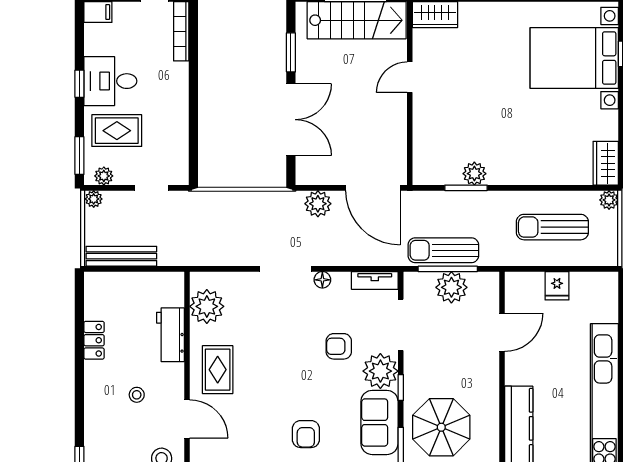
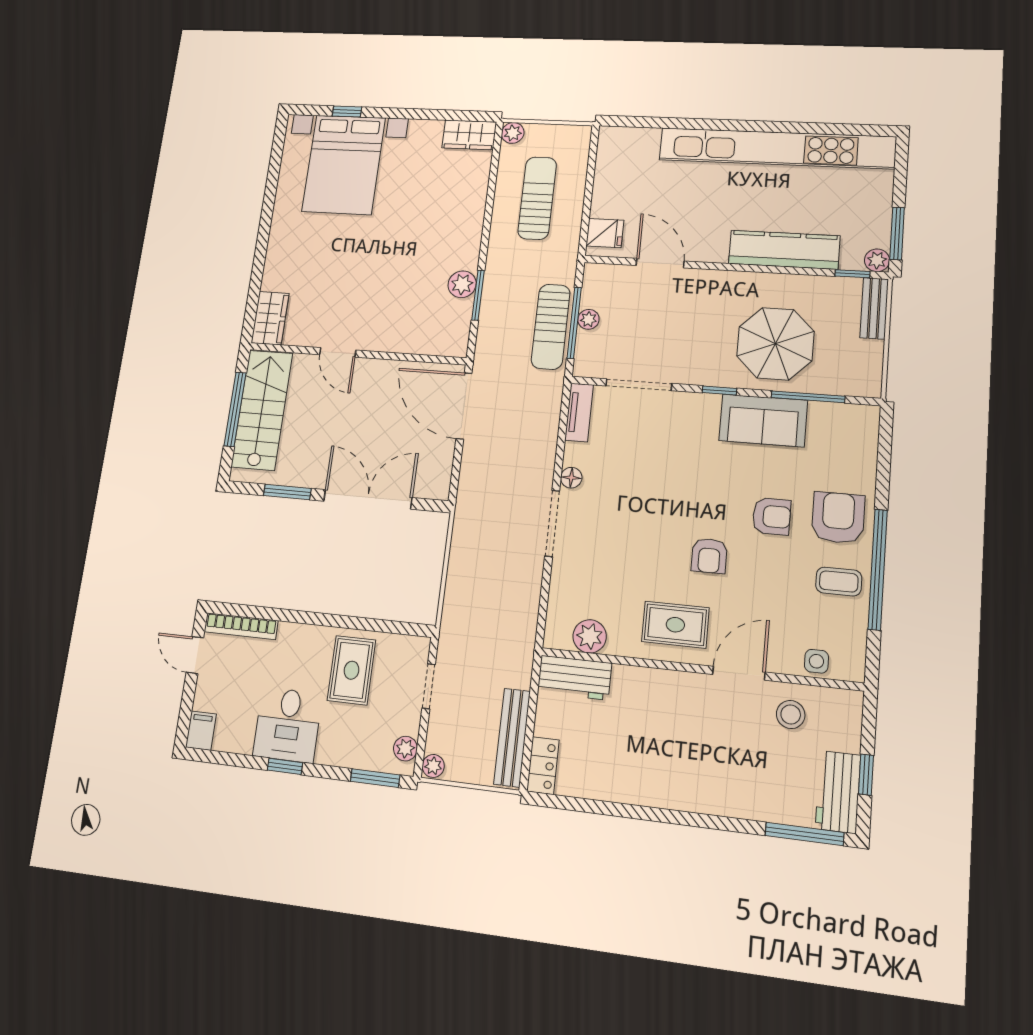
rug: (117, 131) -> (352, 670), moved
door: (373, 188) -> (464, 406), swing flipped
plant: (318, 204) -> (475, 475), removed
sun lounger: (552, 227) -> (537, 198), turned 180
fridge: (557, 286) -> (605, 233), moved
plant: (451, 287) -> (588, 319), width x0.53, depth x0.53
plant: (207, 306) -> (590, 636), width x0.73, depth x0.73
workbench: (170, 335) -> (574, 678), moved
locker: (94, 340) -> (543, 766), moved, turned 90
armchair: (339, 346) -> (709, 556), moved
plant: (380, 371) -> (696, 414), removed
stool: (137, 395) -> (700, 739), removed

